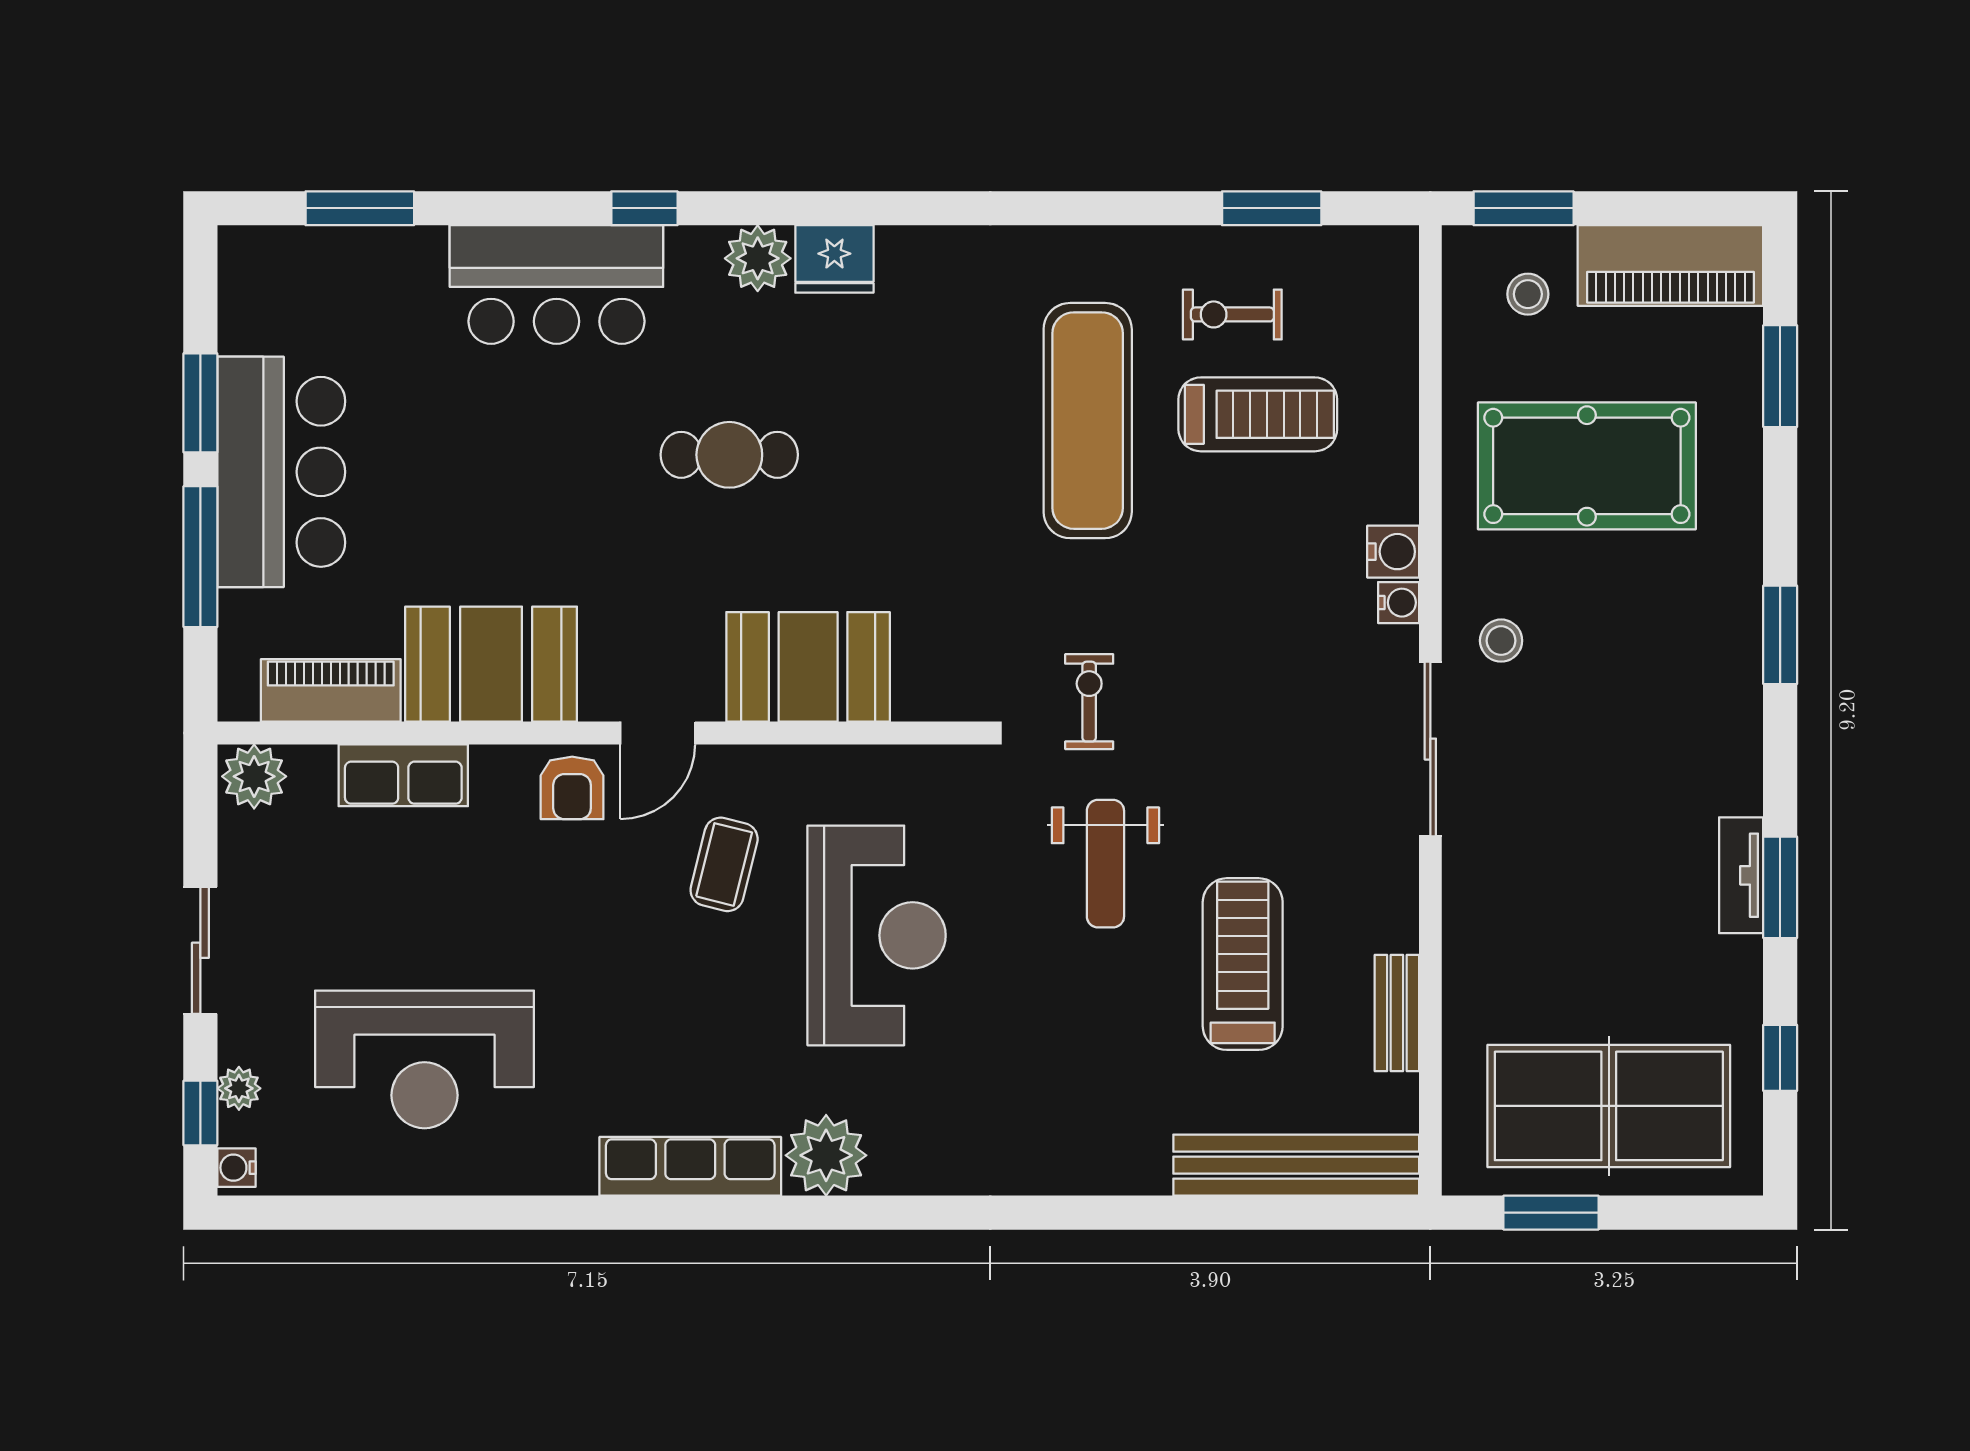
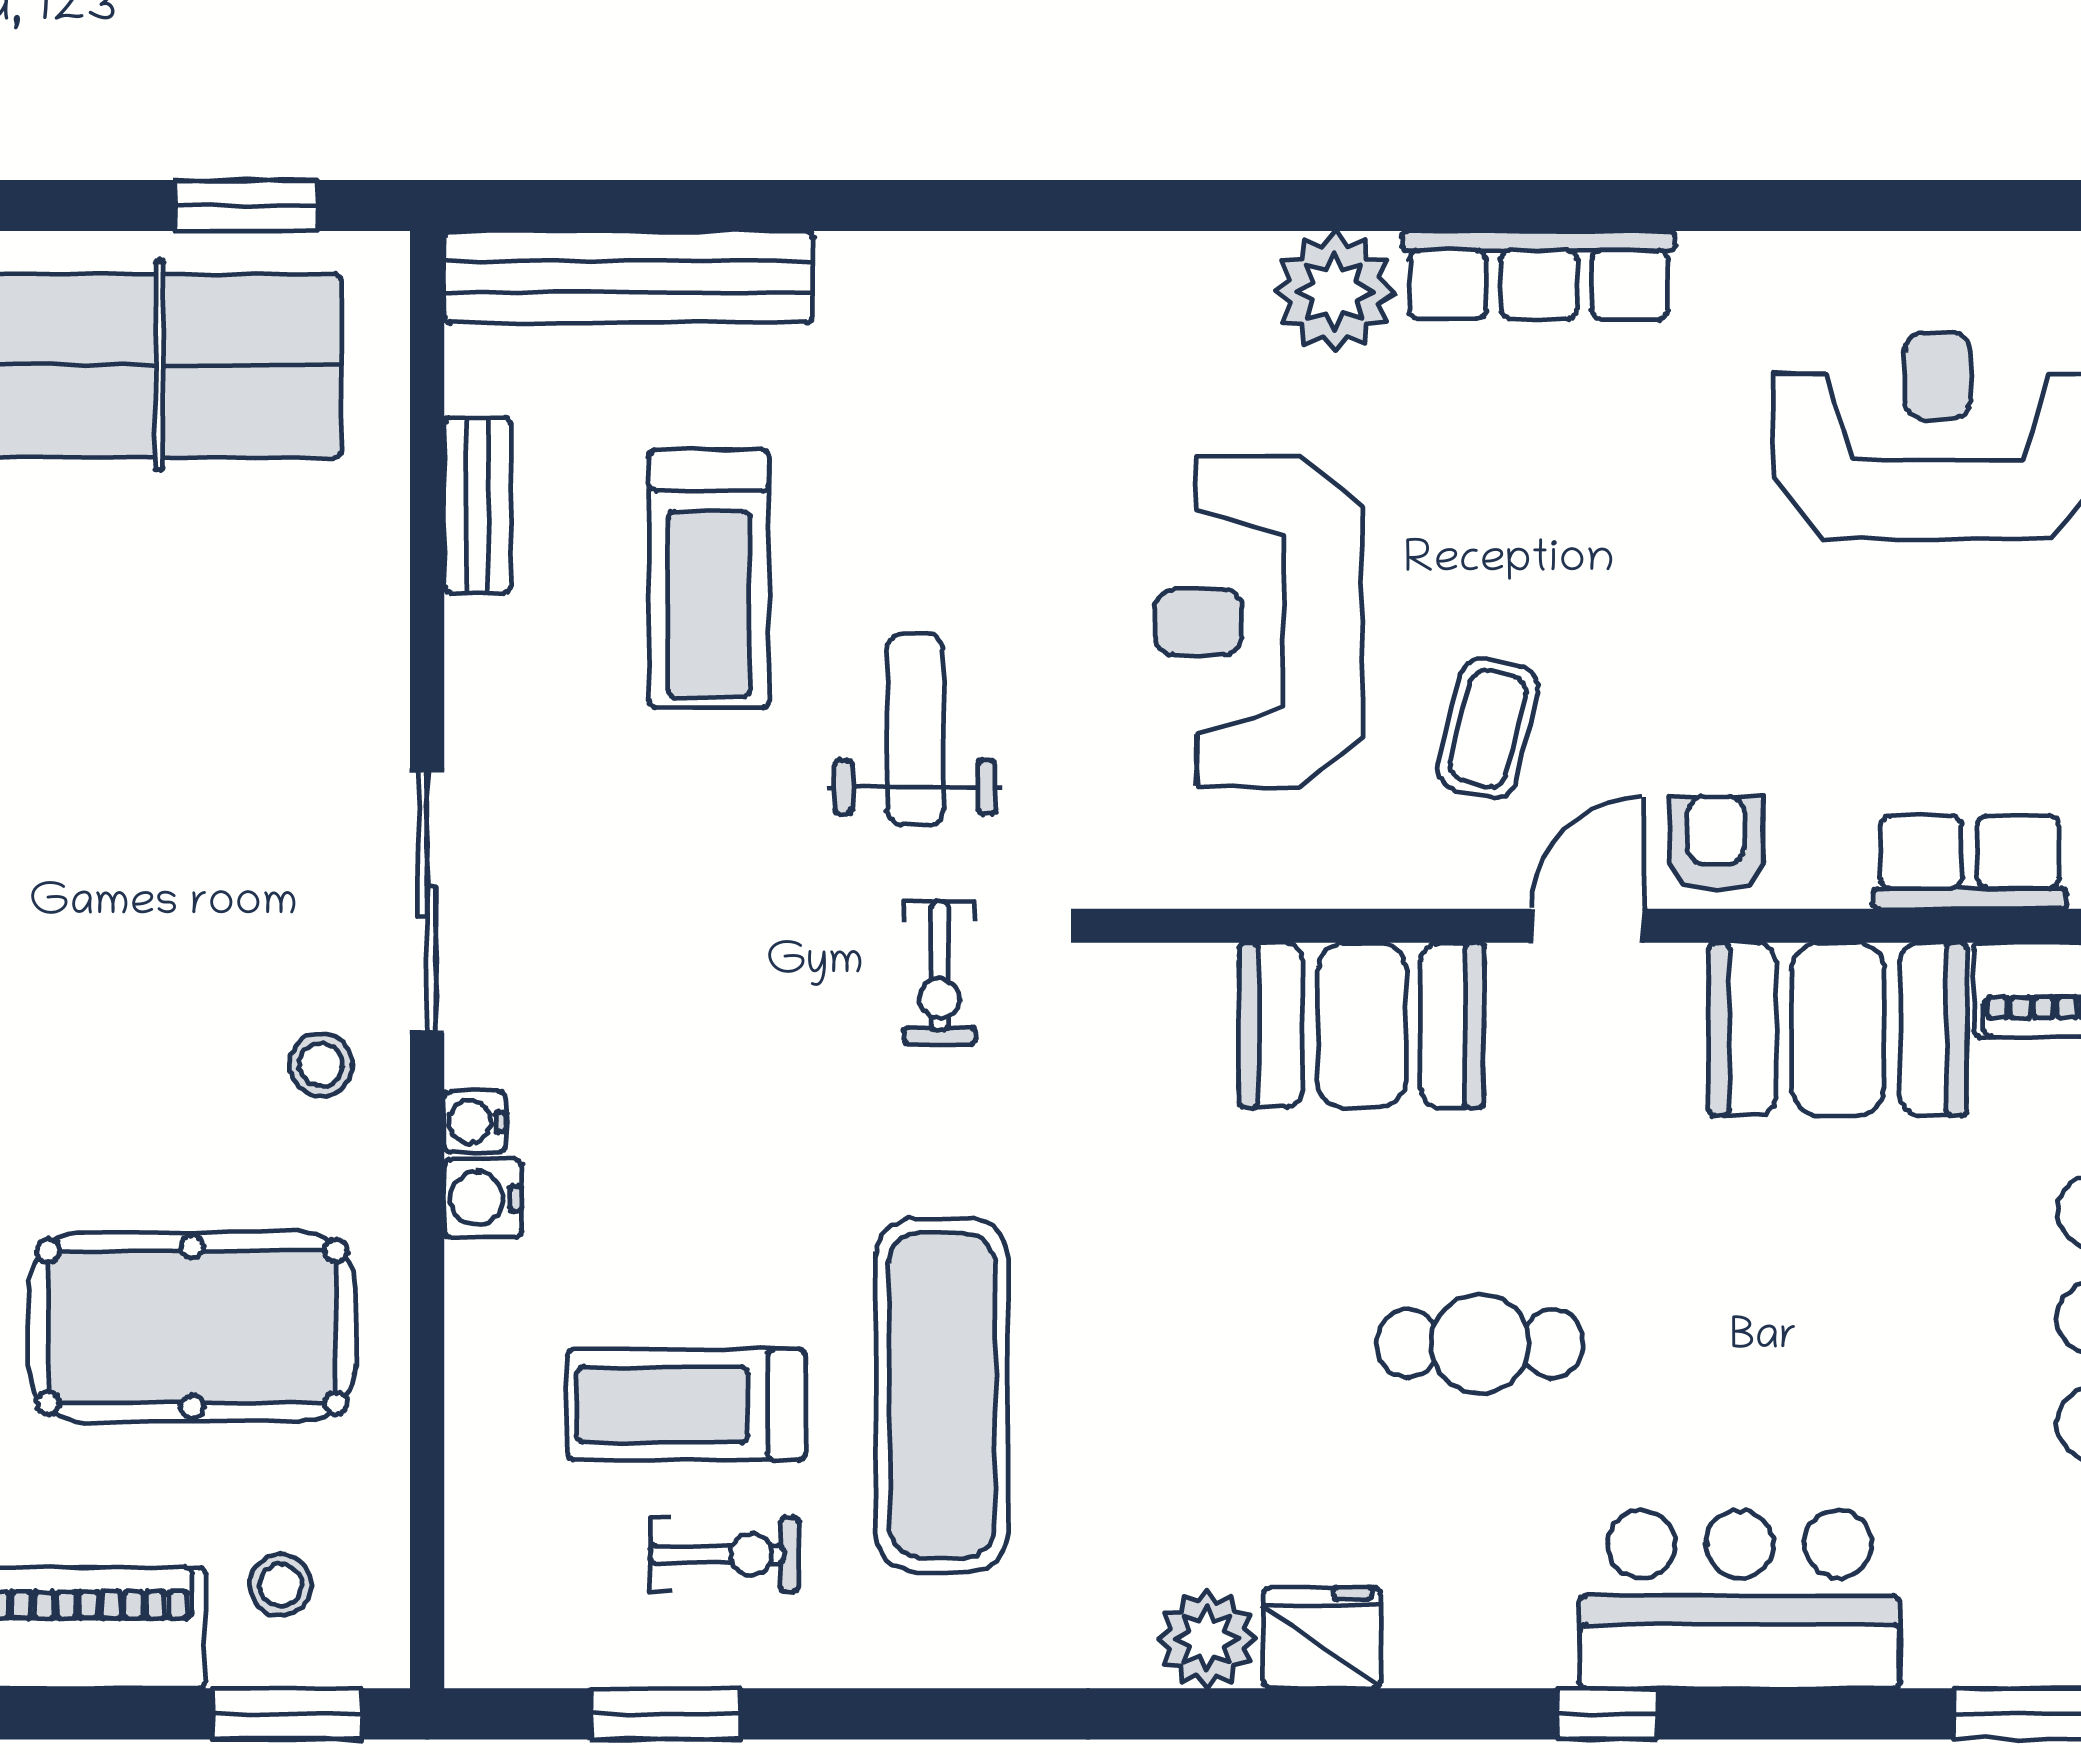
plant: (758, 258) -> (1207, 1639), moved

